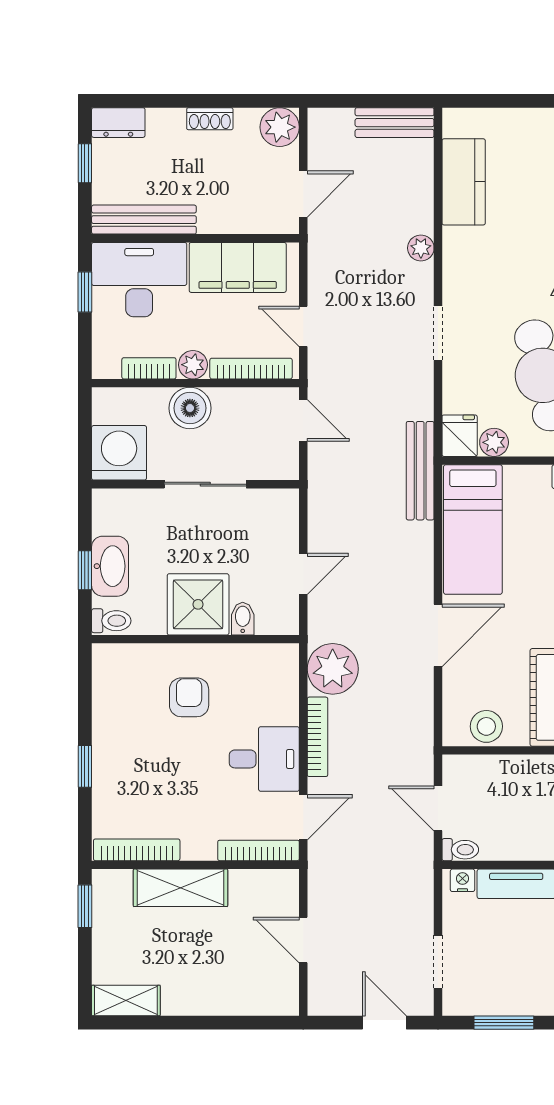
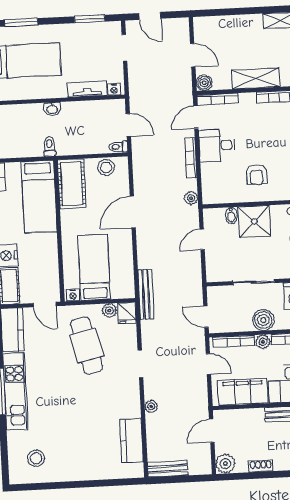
bed: (473, 530) -> (94, 267), moved
plant: (333, 669) -> (191, 198), width x0.53, depth x0.53
toilet: (460, 850) -> (118, 147), moved
boiler: (284, 885) -> (204, 83), added

